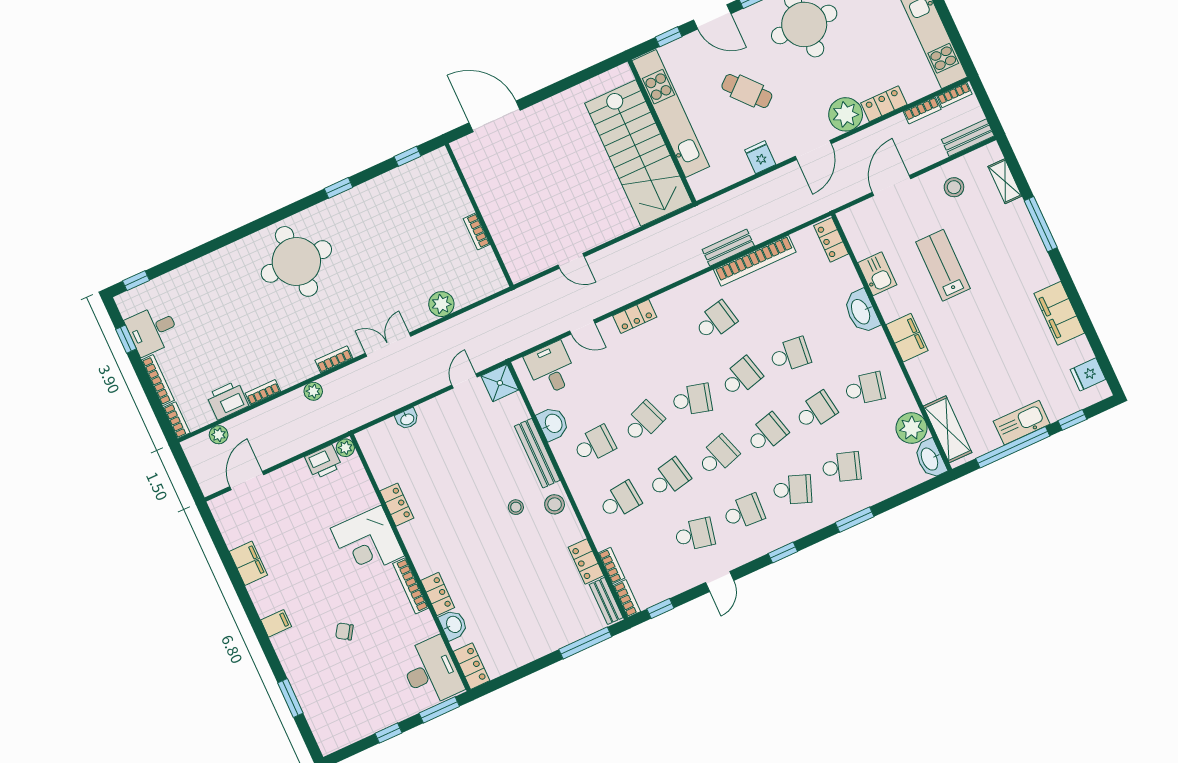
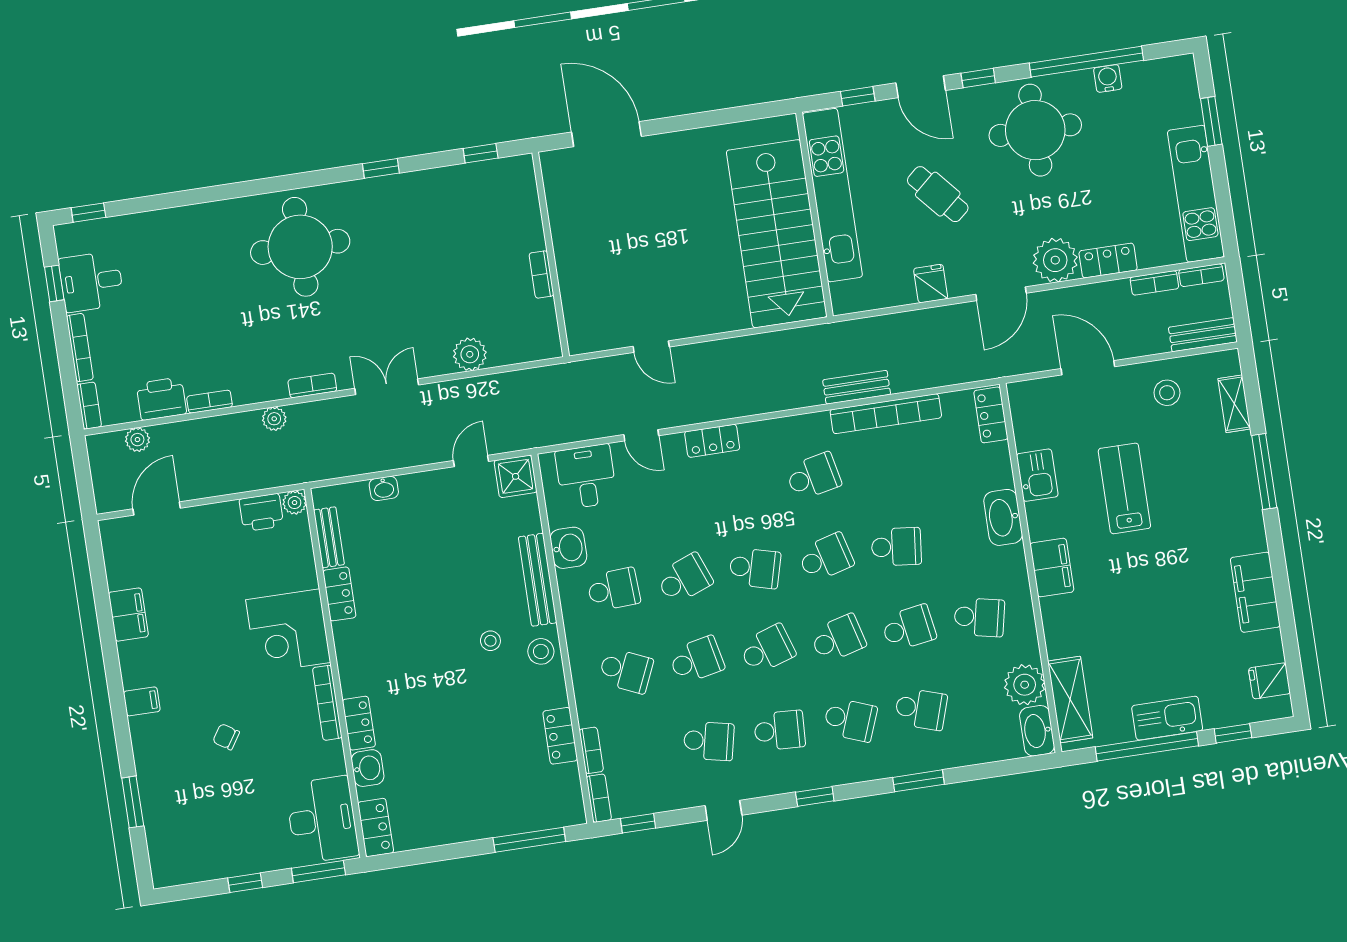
door: (891, 185) -> (1088, 368), hinge flipped
school desk: (620, 501) -> (626, 671), turned 30
bench: (606, 601) -> (329, 537), moved

